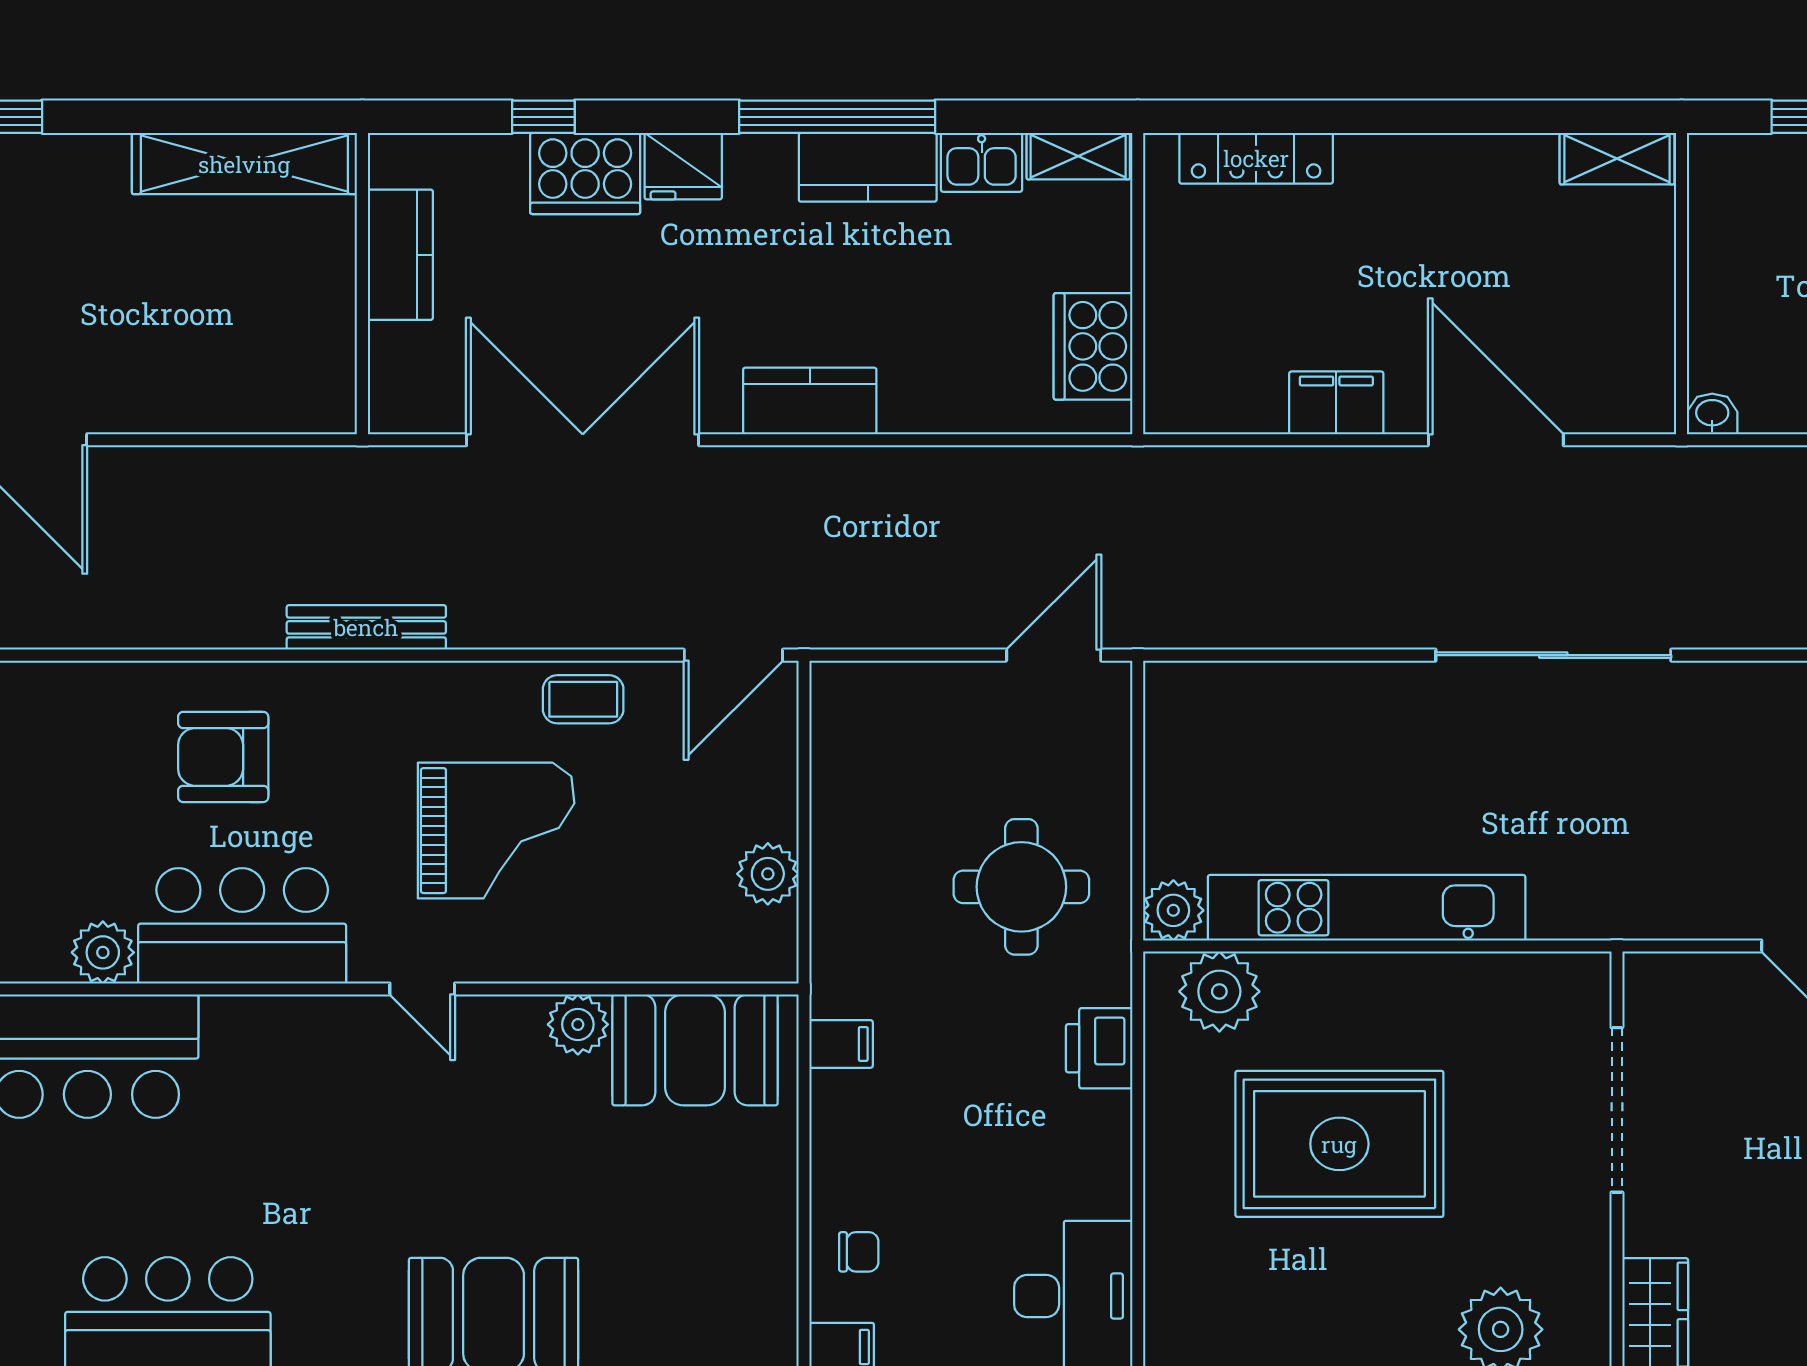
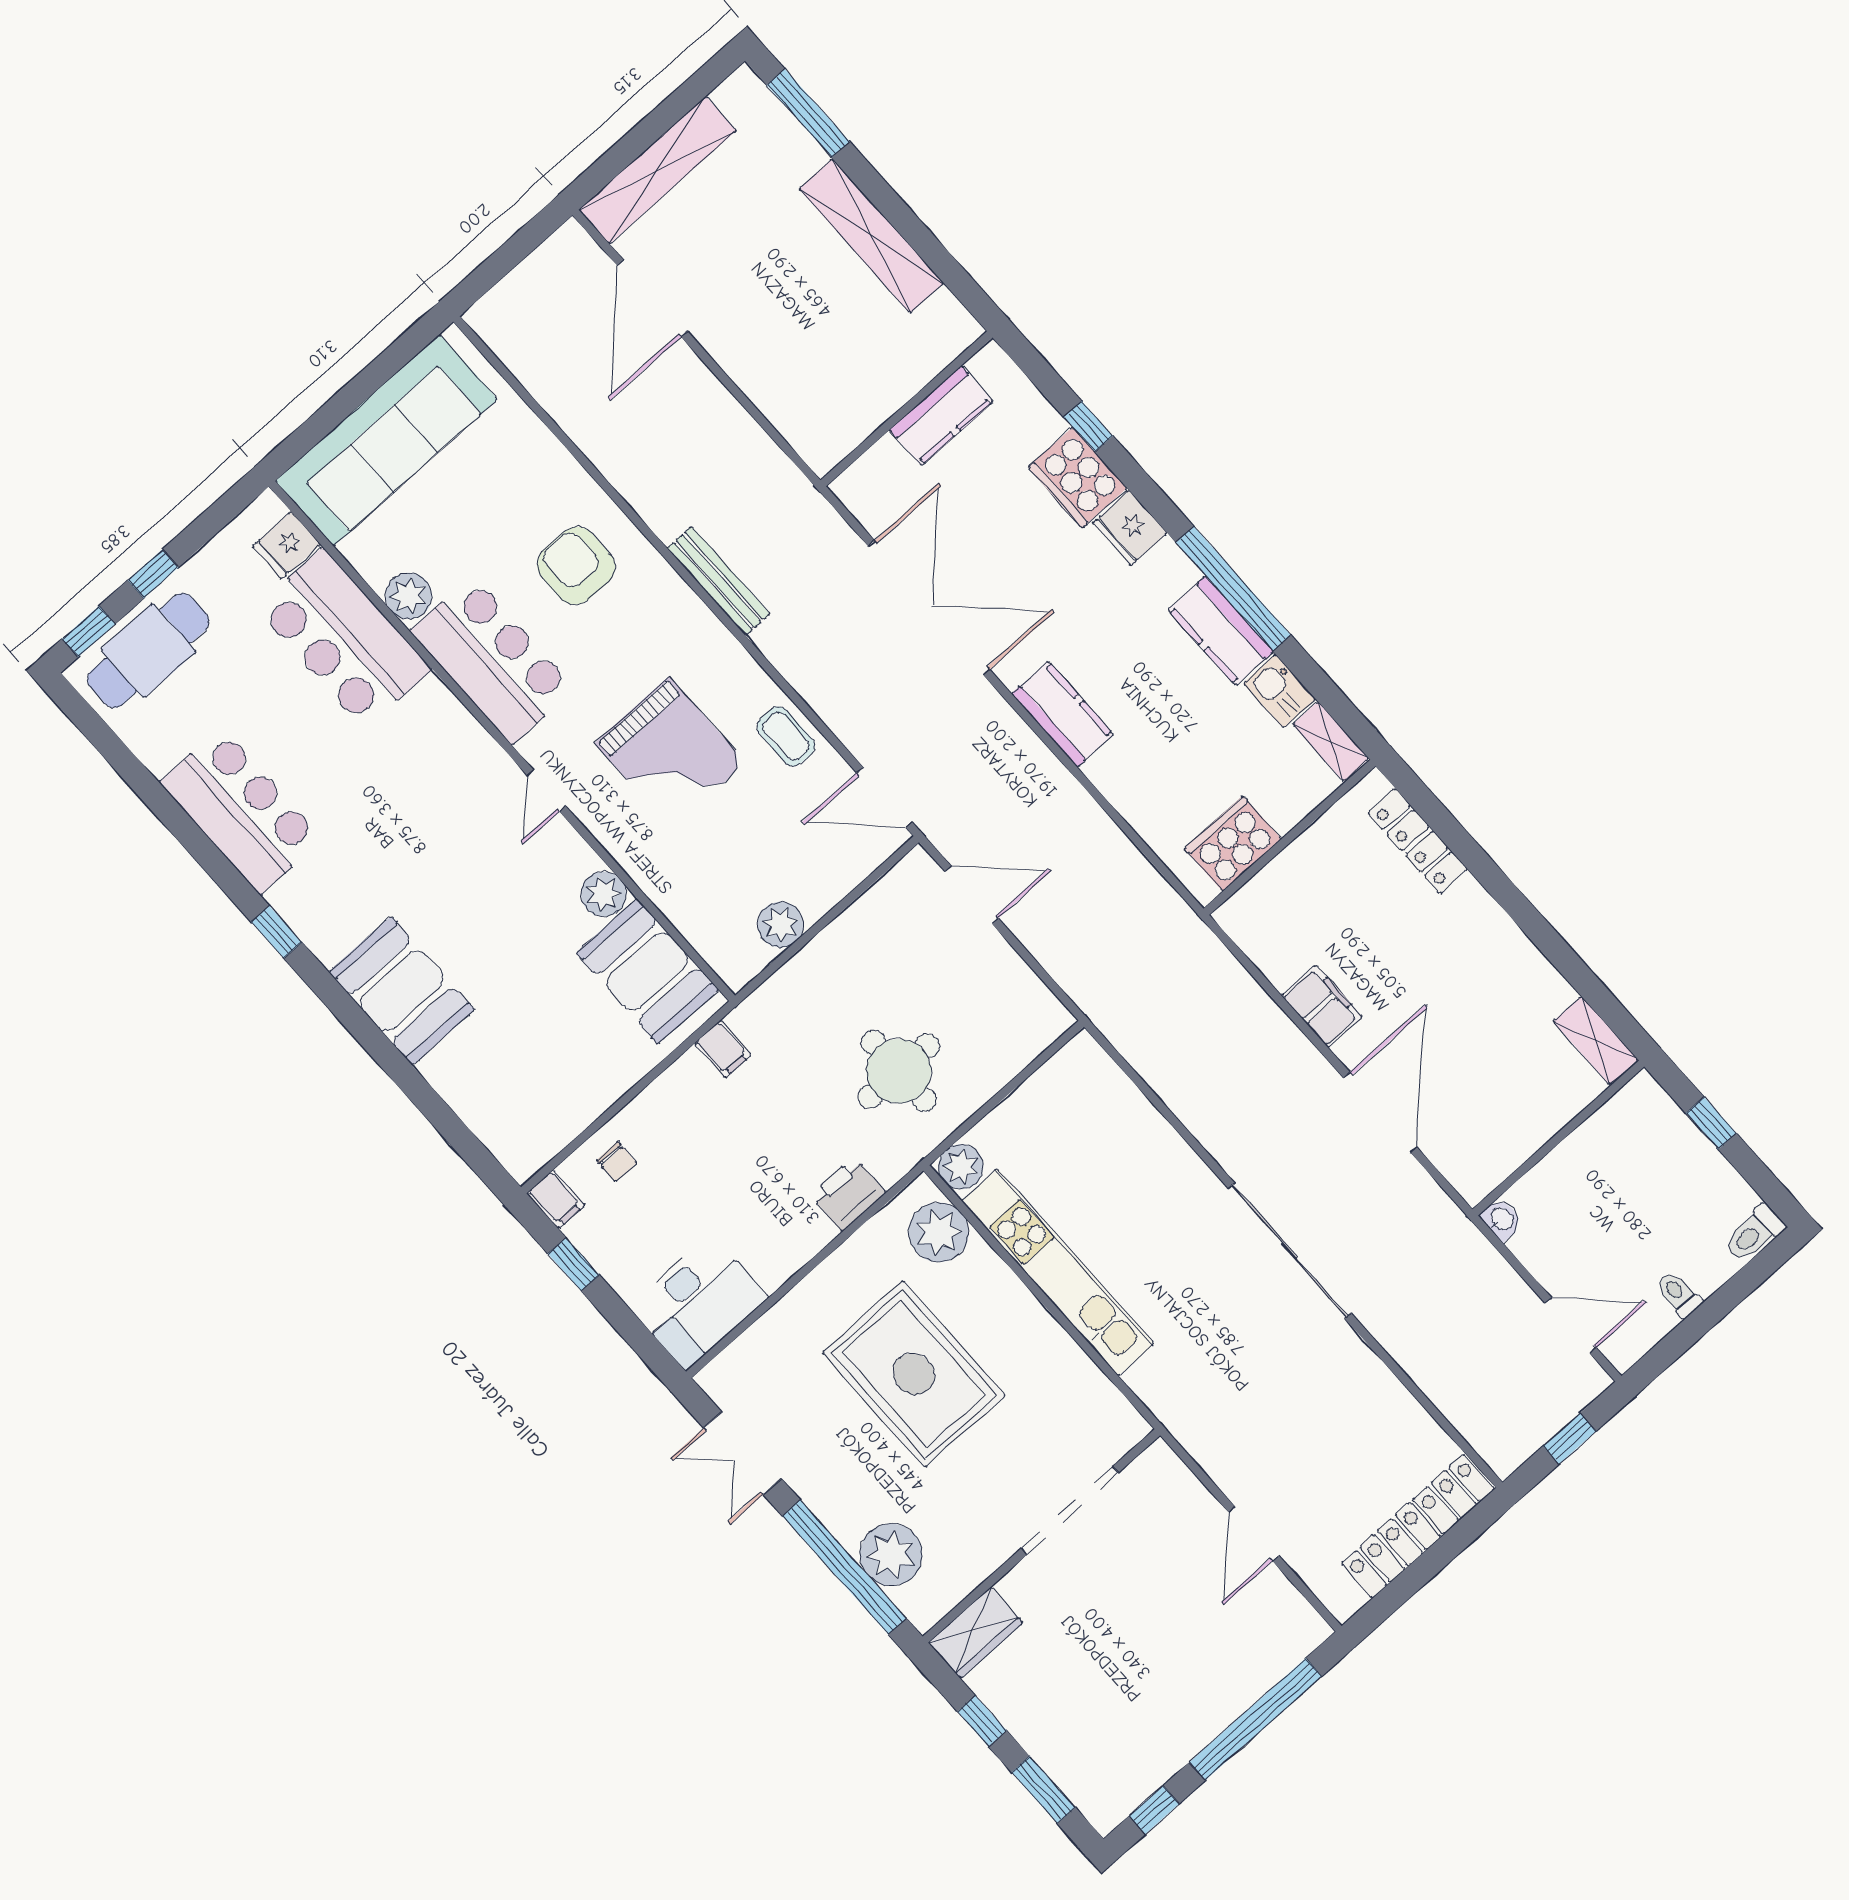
shelving: (244, 164) -> (871, 236), moved
door: (1054, 655) -> (972, 895), moved

